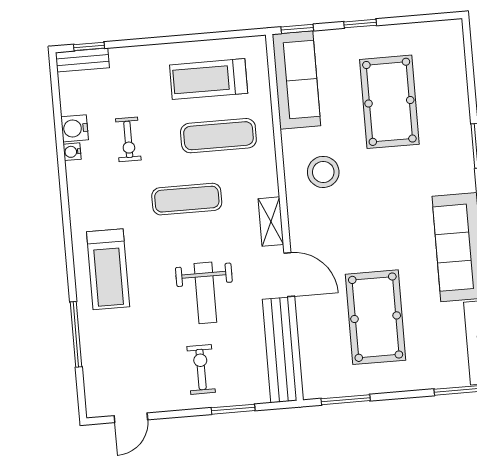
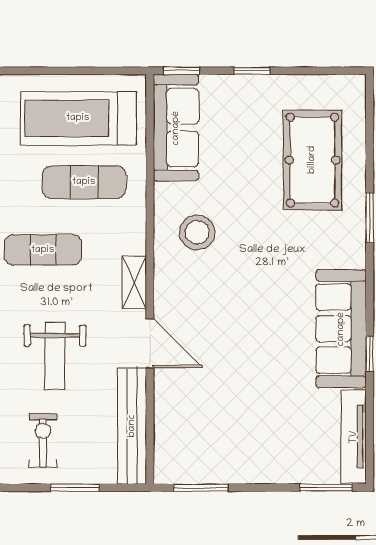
treadmill: (209, 79) -> (78, 118), width x1.37, depth x1.38
pool table: (389, 102) -> (312, 160), moved
pool table: (376, 317) -> (242, 399), removed

